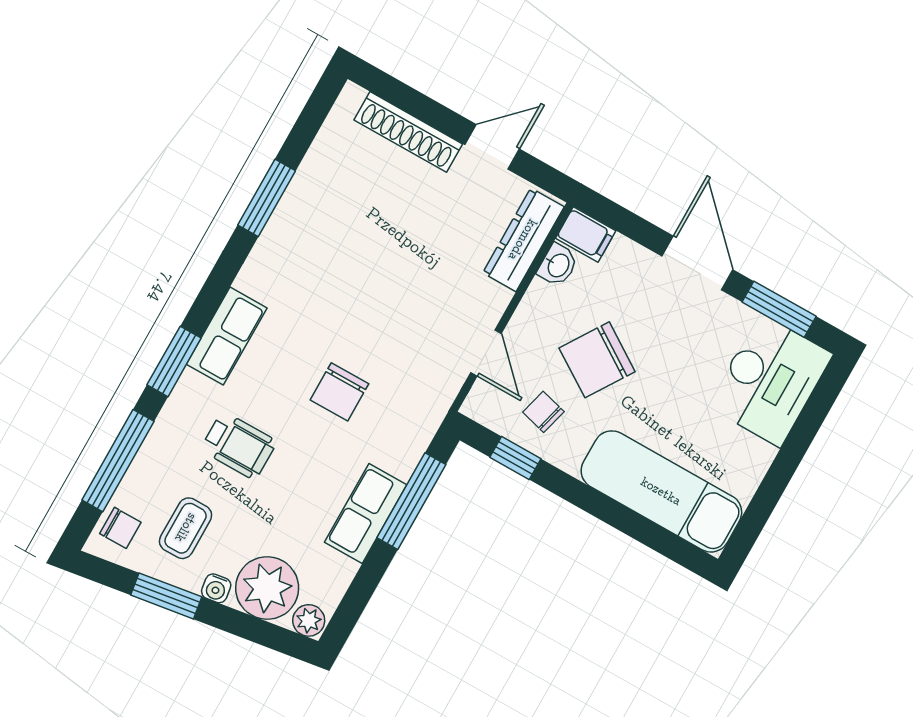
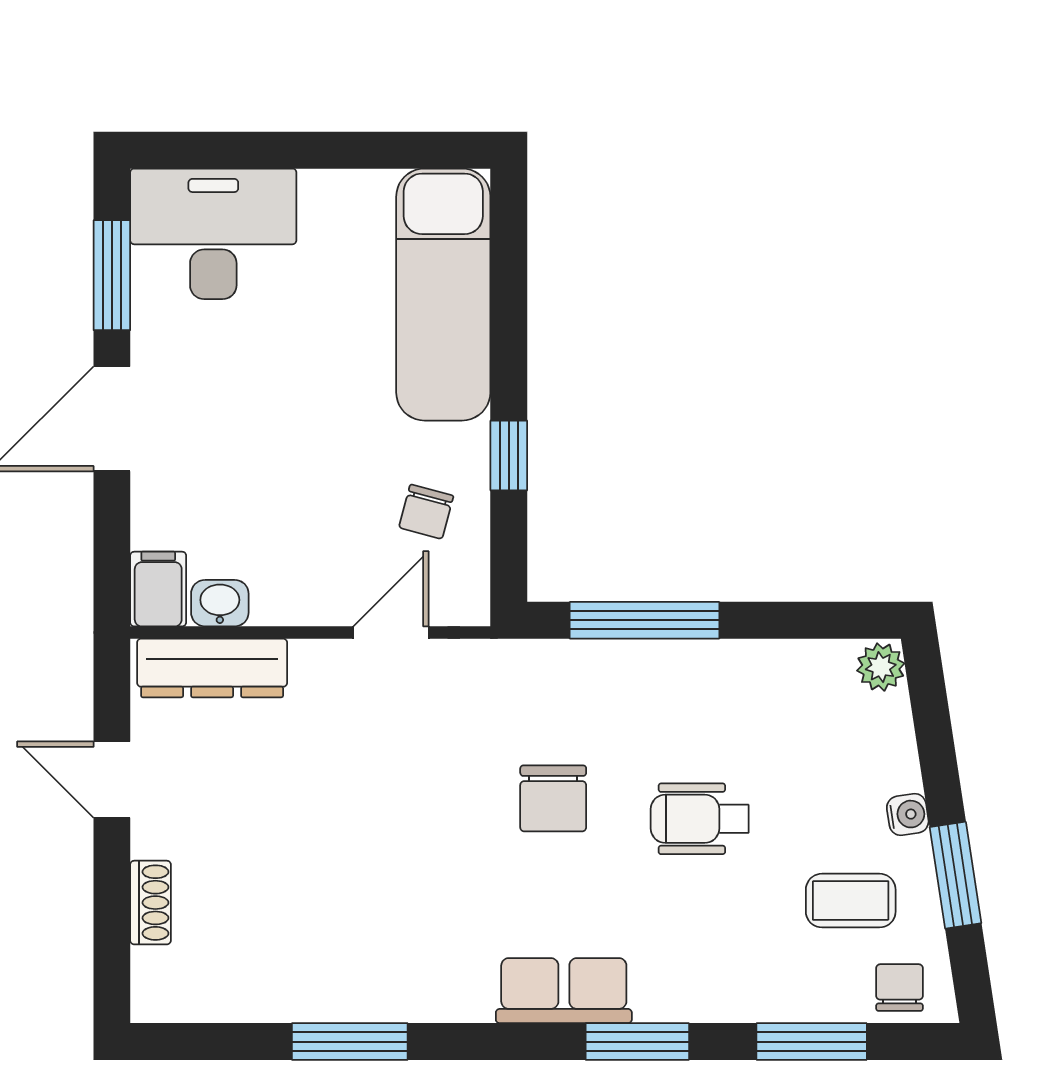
shoe rack: (408, 132) -> (151, 903), width x0.51, depth x0.81
chair: (597, 360) -> (316, 479), removed
chair: (339, 392) -> (553, 798), turned 90
wheelchair: (239, 446) -> (700, 819), moved, turned -90
window: (515, 458) -> (509, 455), moved
window: (118, 461) -> (812, 1042), width x0.69
row of seats: (366, 514) -> (695, 672), removed
plant: (267, 588) -> (869, 747), removed

